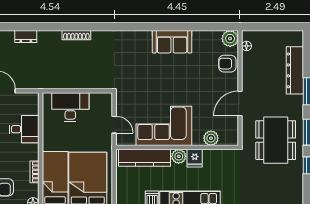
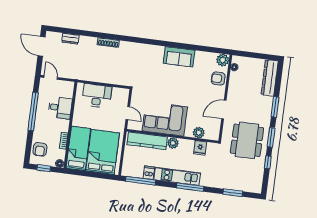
dresser: (295, 70) -> (270, 78), moved
fridge: (195, 158) -> (200, 148), moved

